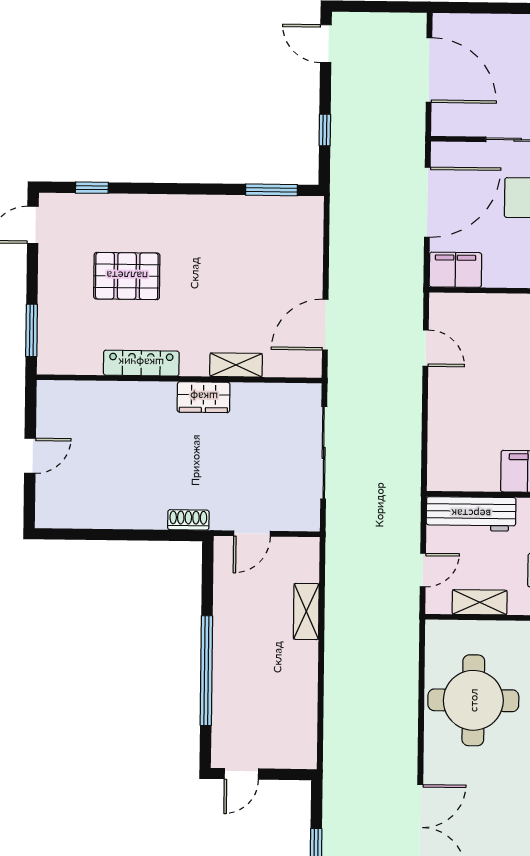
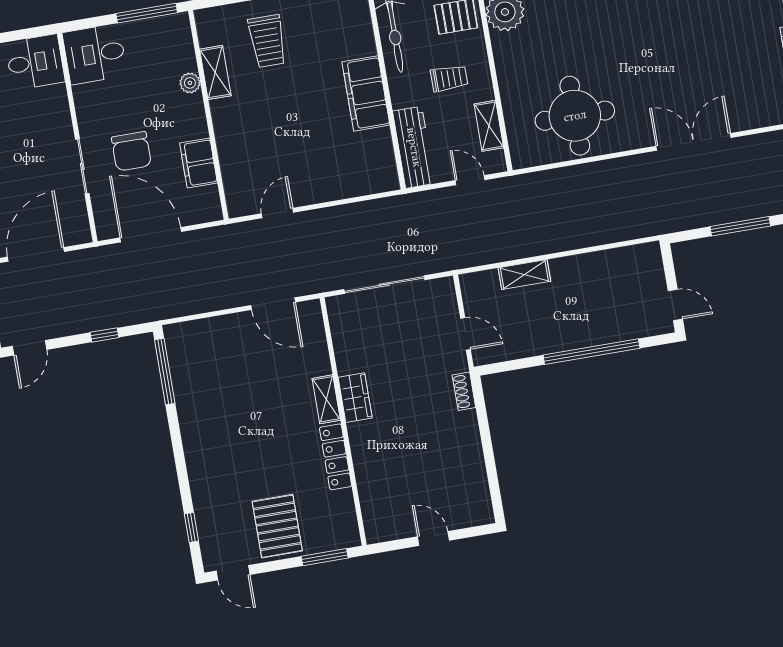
window: (272, 190) -> (165, 372), width x1.44
filing cabinet: (455, 270) -> (199, 163), moved
pallet: (127, 276) -> (277, 526), moved
shelving: (236, 365) -> (326, 399), moved

